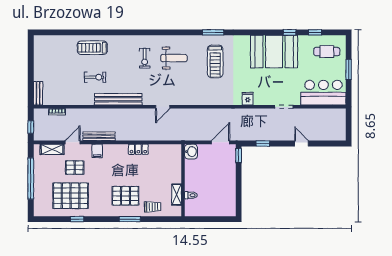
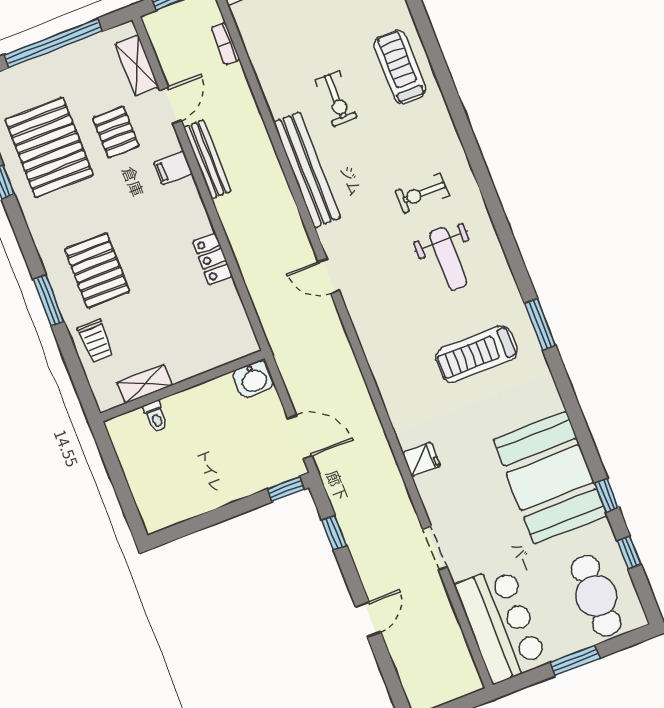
cafe table: (327, 52) -> (596, 596), width x1.37, depth x1.35
door: (73, 142) -> (171, 105), hinge flipped

